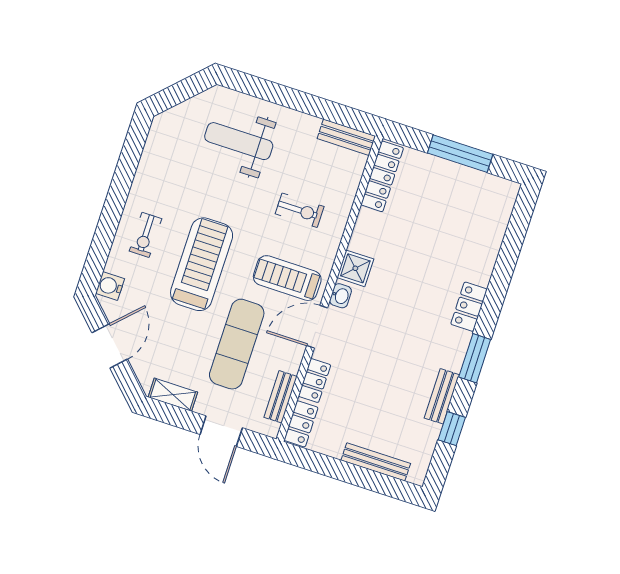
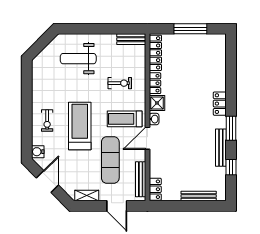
locker: (314, 381) -> (155, 83), moved
bench: (442, 396) -> (221, 148), width x1.36
bench: (280, 397) -> (141, 179), width x1.36

